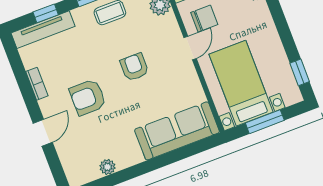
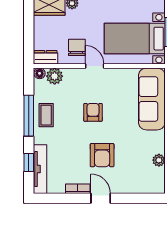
armchair: (134, 67) -> (93, 112), turned 90
door: (43, 133) -> (101, 198), moved

